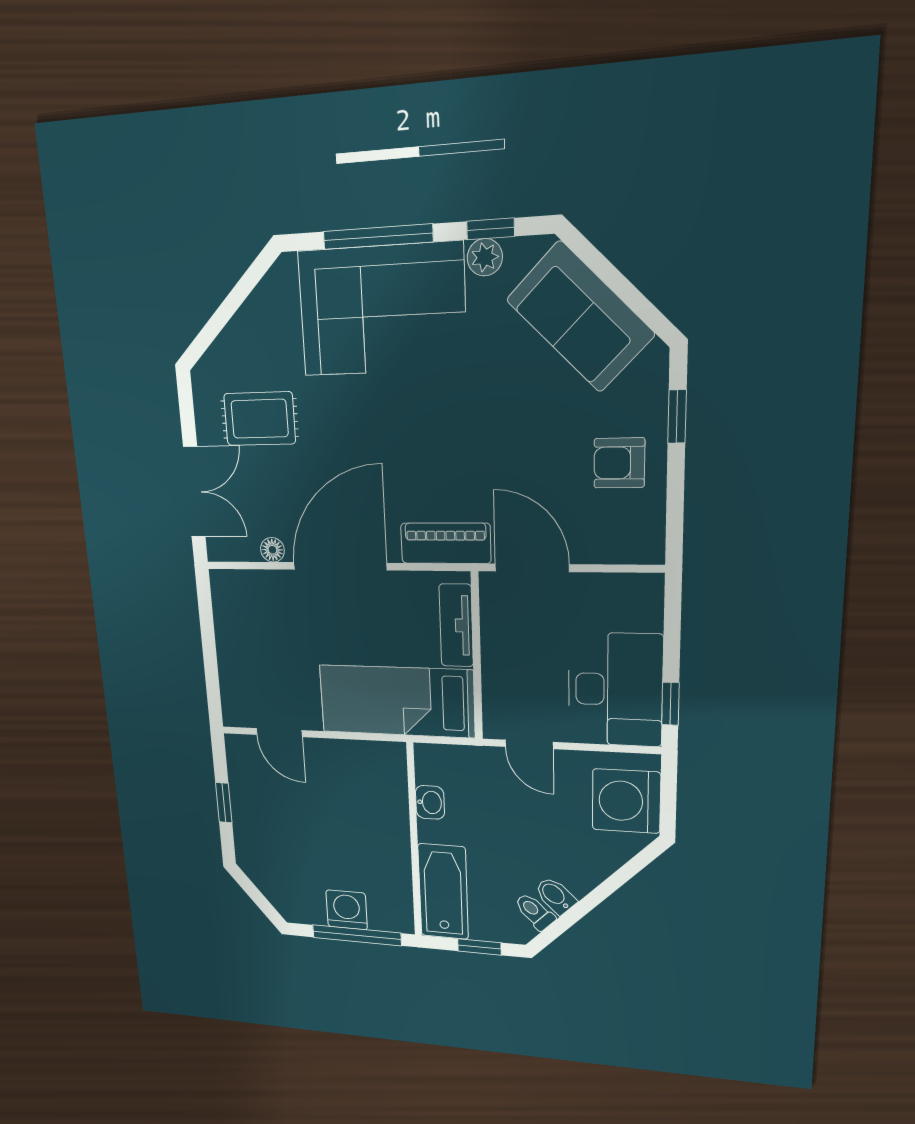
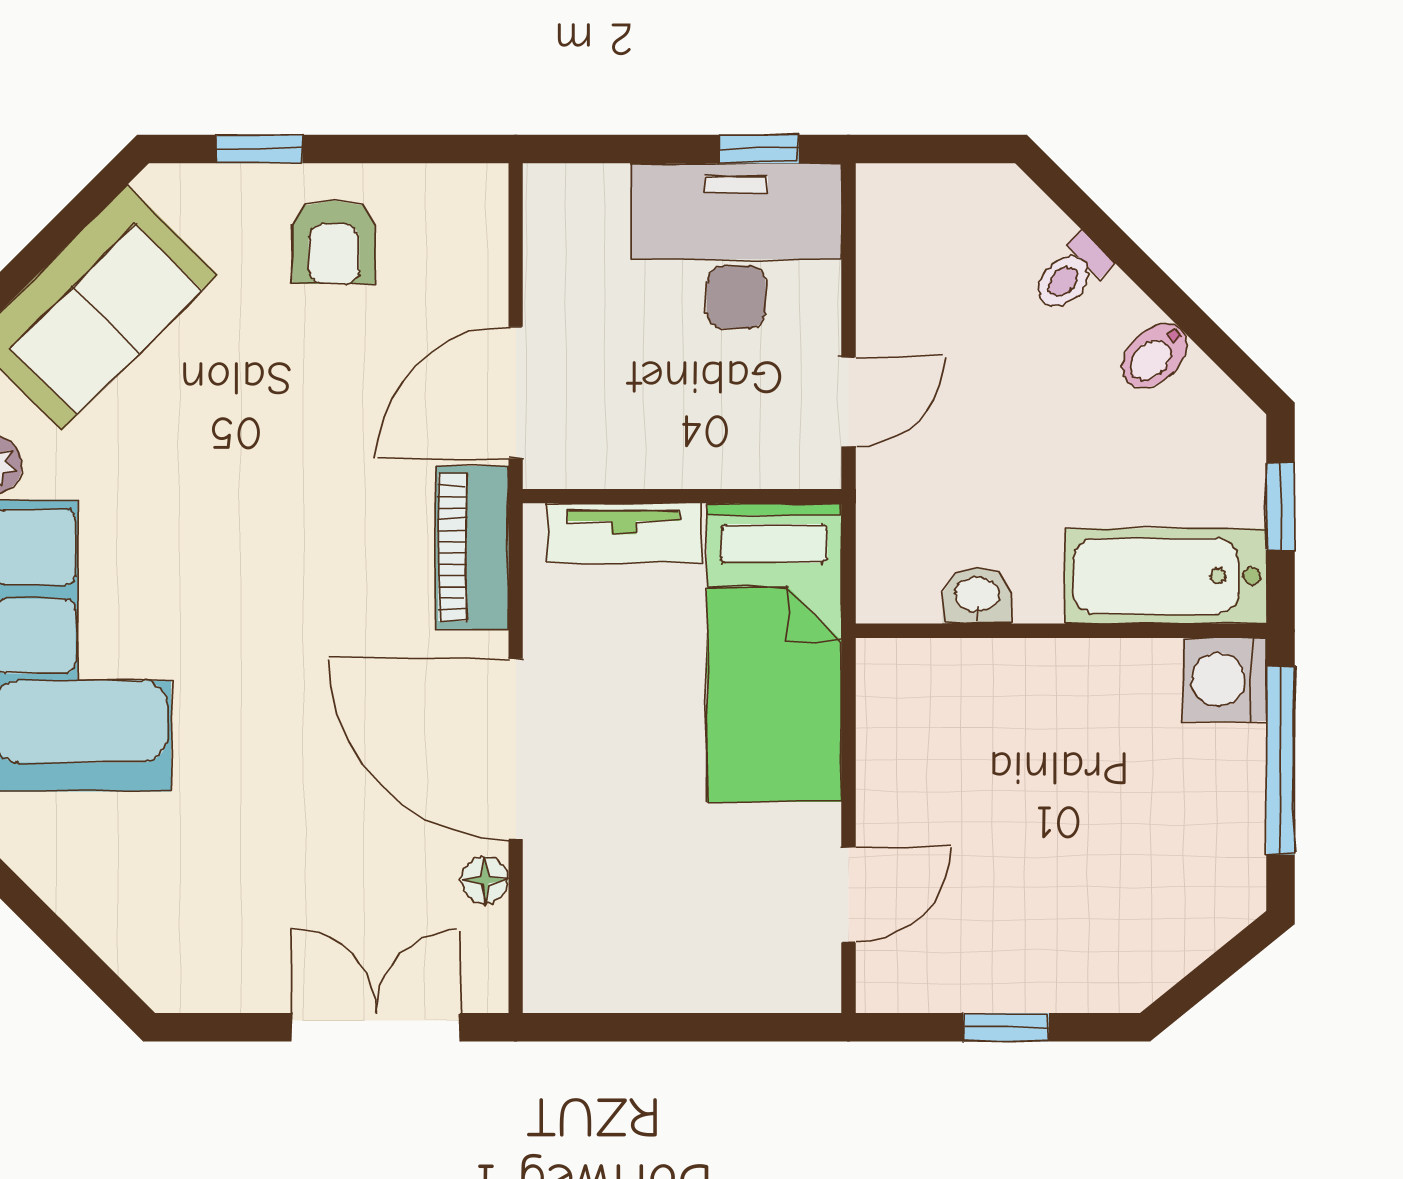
rug: (260, 419) -> (244, 885), removed
washing machine: (626, 801) -> (950, 224), removed
washing machine: (347, 910) -> (1225, 679), moved
toilet: (535, 912) -> (1071, 274), moved

